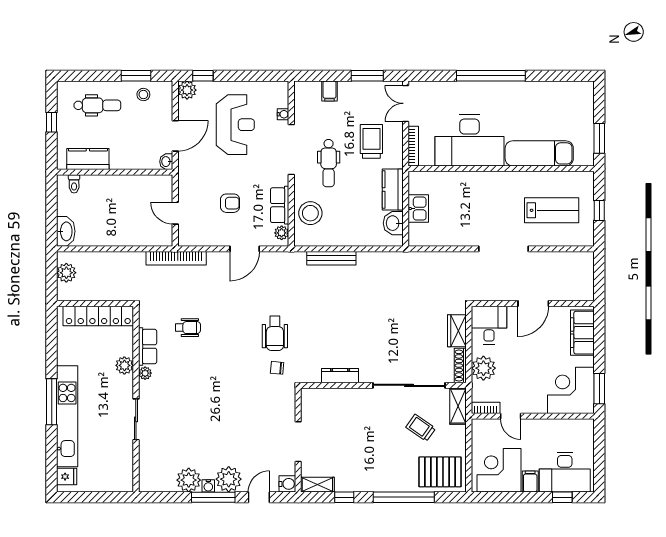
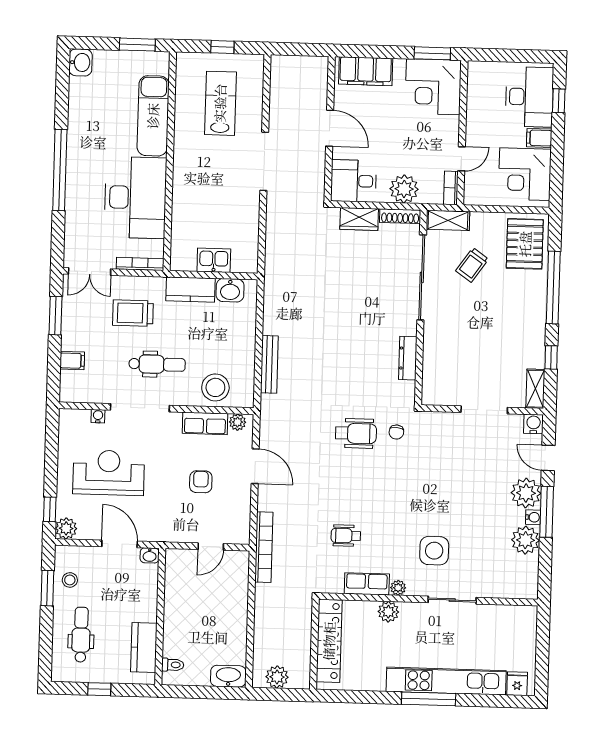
washbasin: (583, 91) -> (80, 62), added
wheelchair: (188, 328) -> (346, 536), turned -90
side table: (177, 403) -> (434, 551), added

